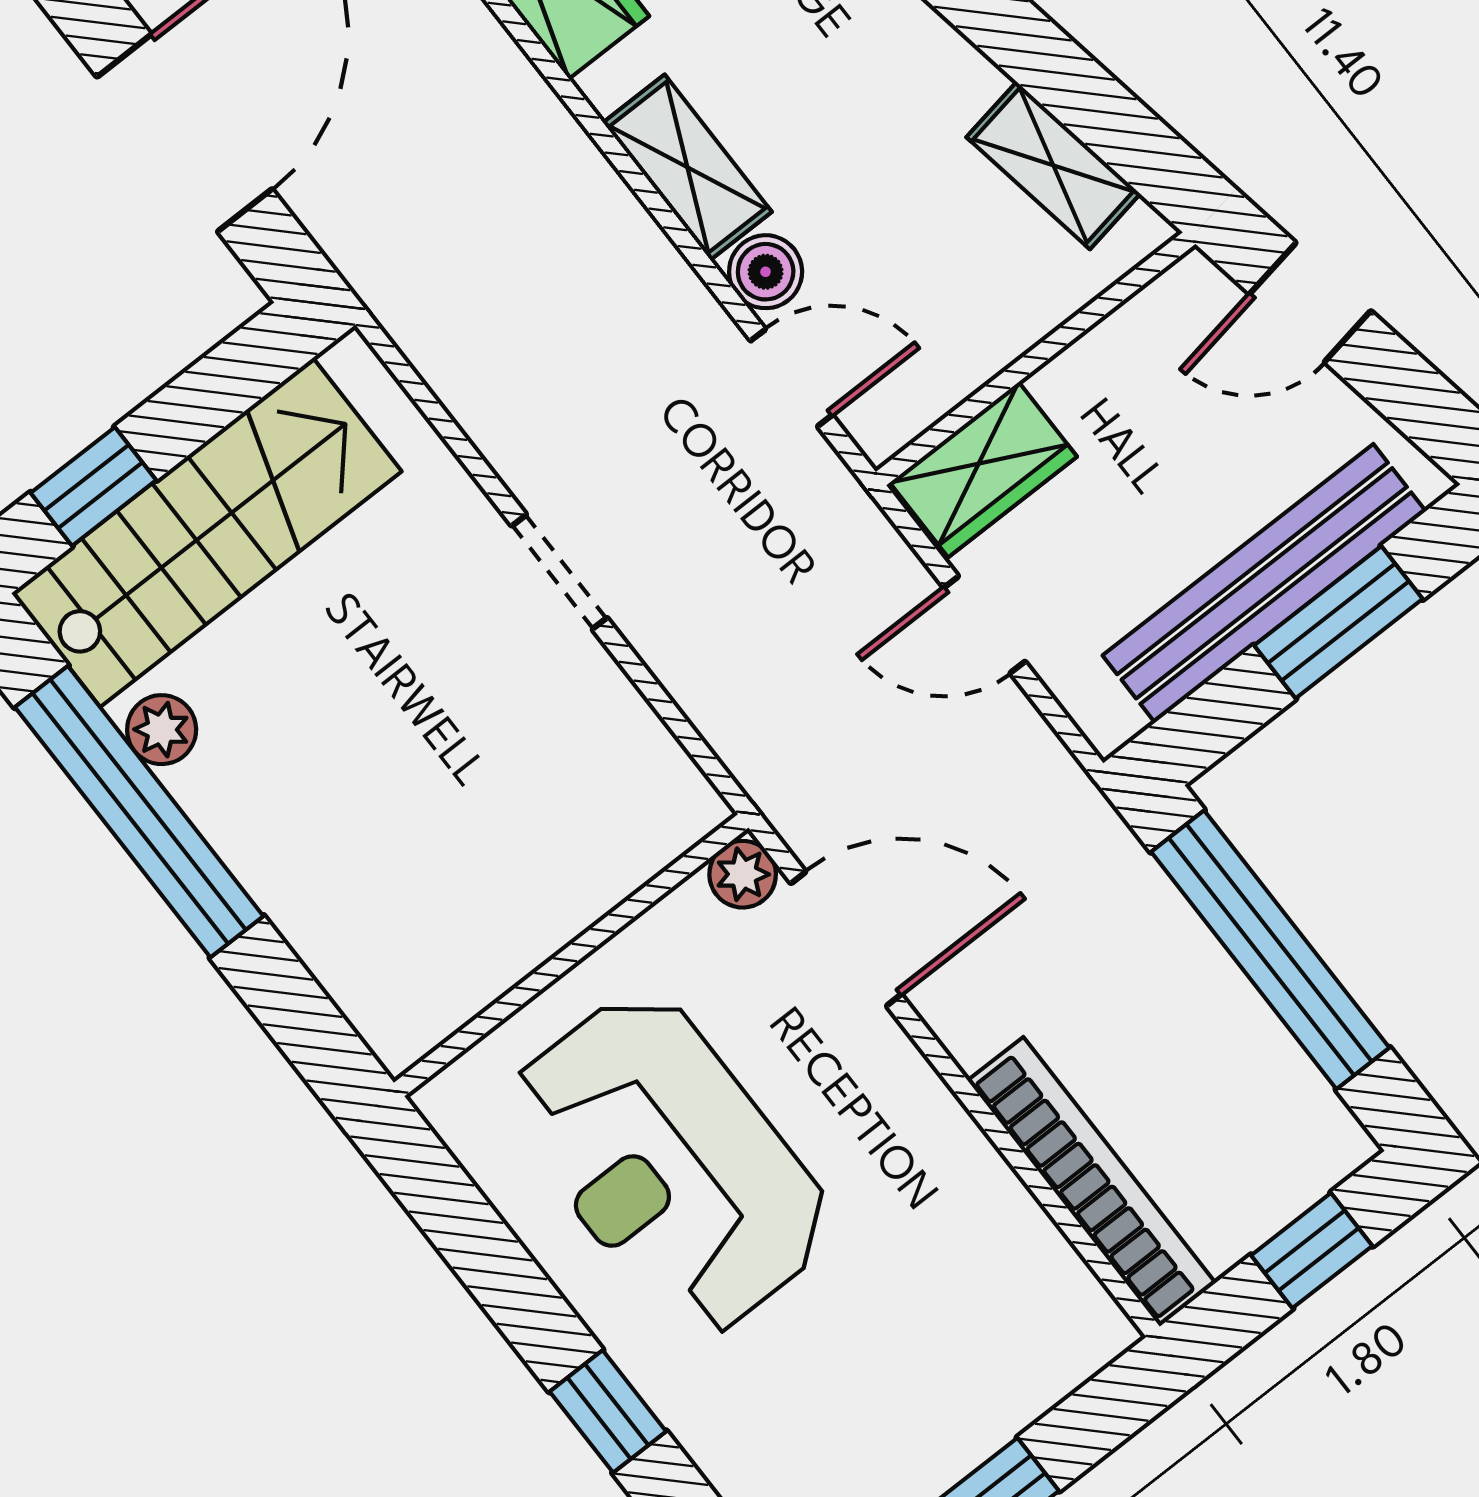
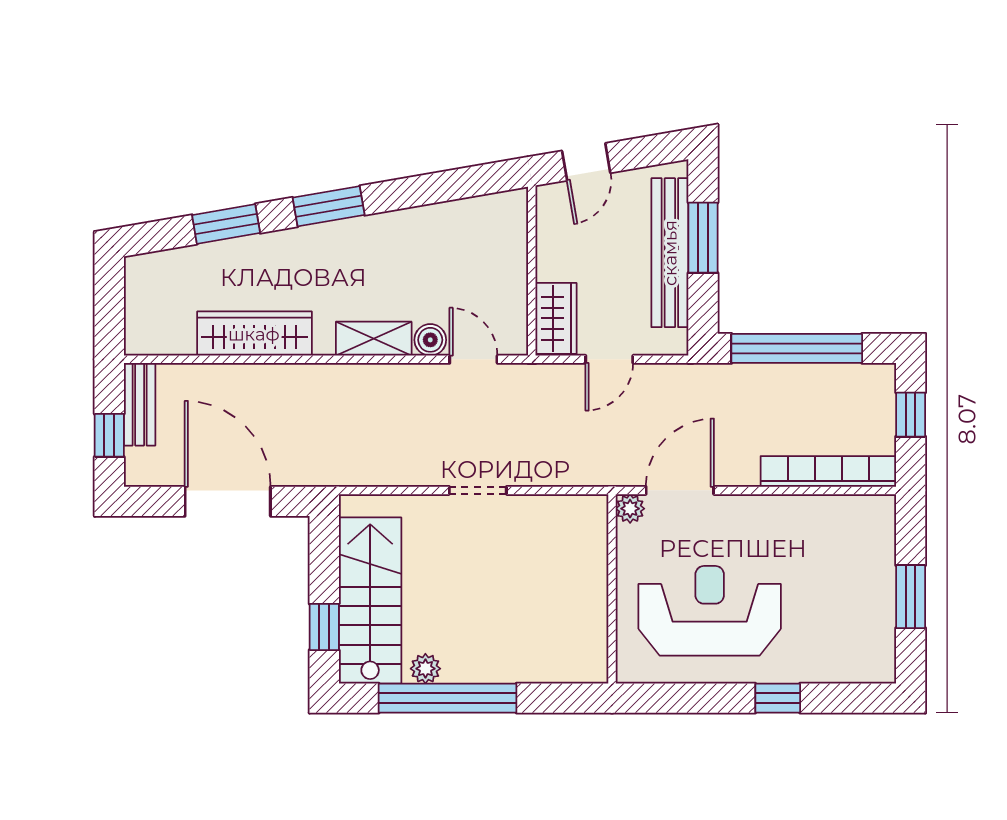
shelving: (1053, 165) -> (471, 213), removed
door: (791, 378) -> (473, 359), hinge flipped
reception desk: (670, 1164) -> (710, 611), turned 180

